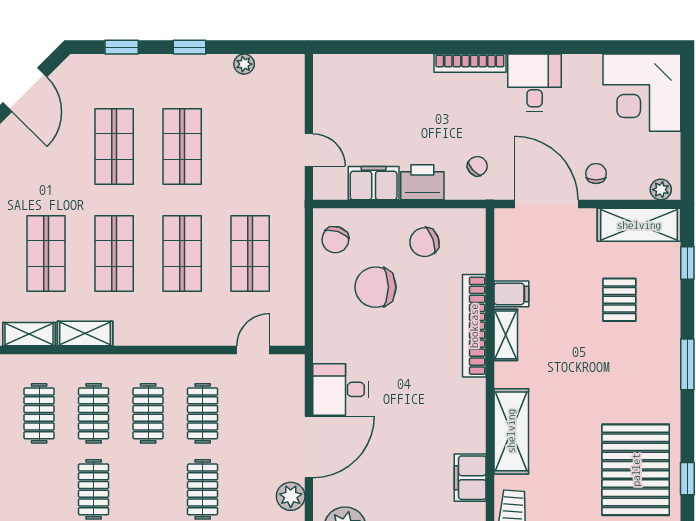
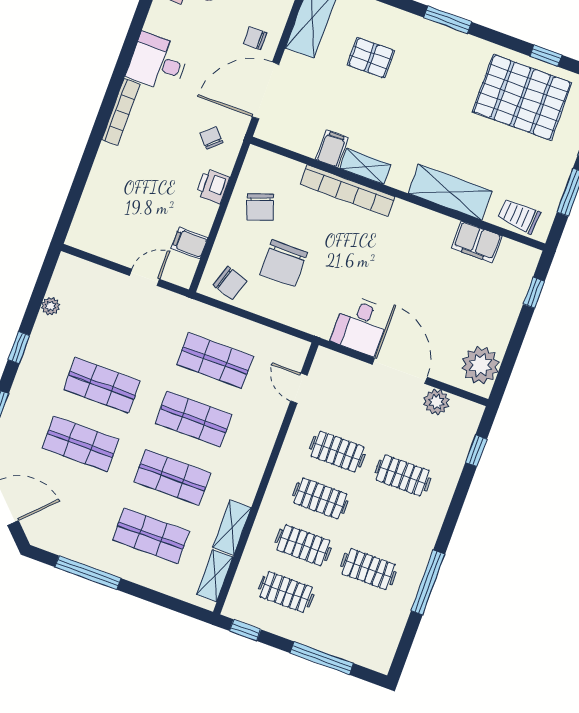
printer: (422, 182) -> (213, 186), width x0.73, depth x0.81
filing cabinet: (374, 183) -> (190, 243), width x0.50

